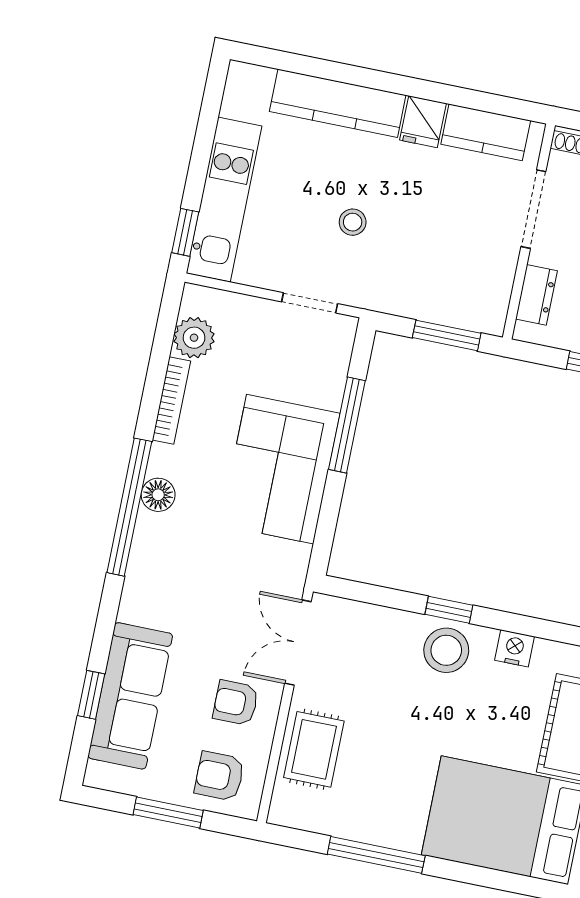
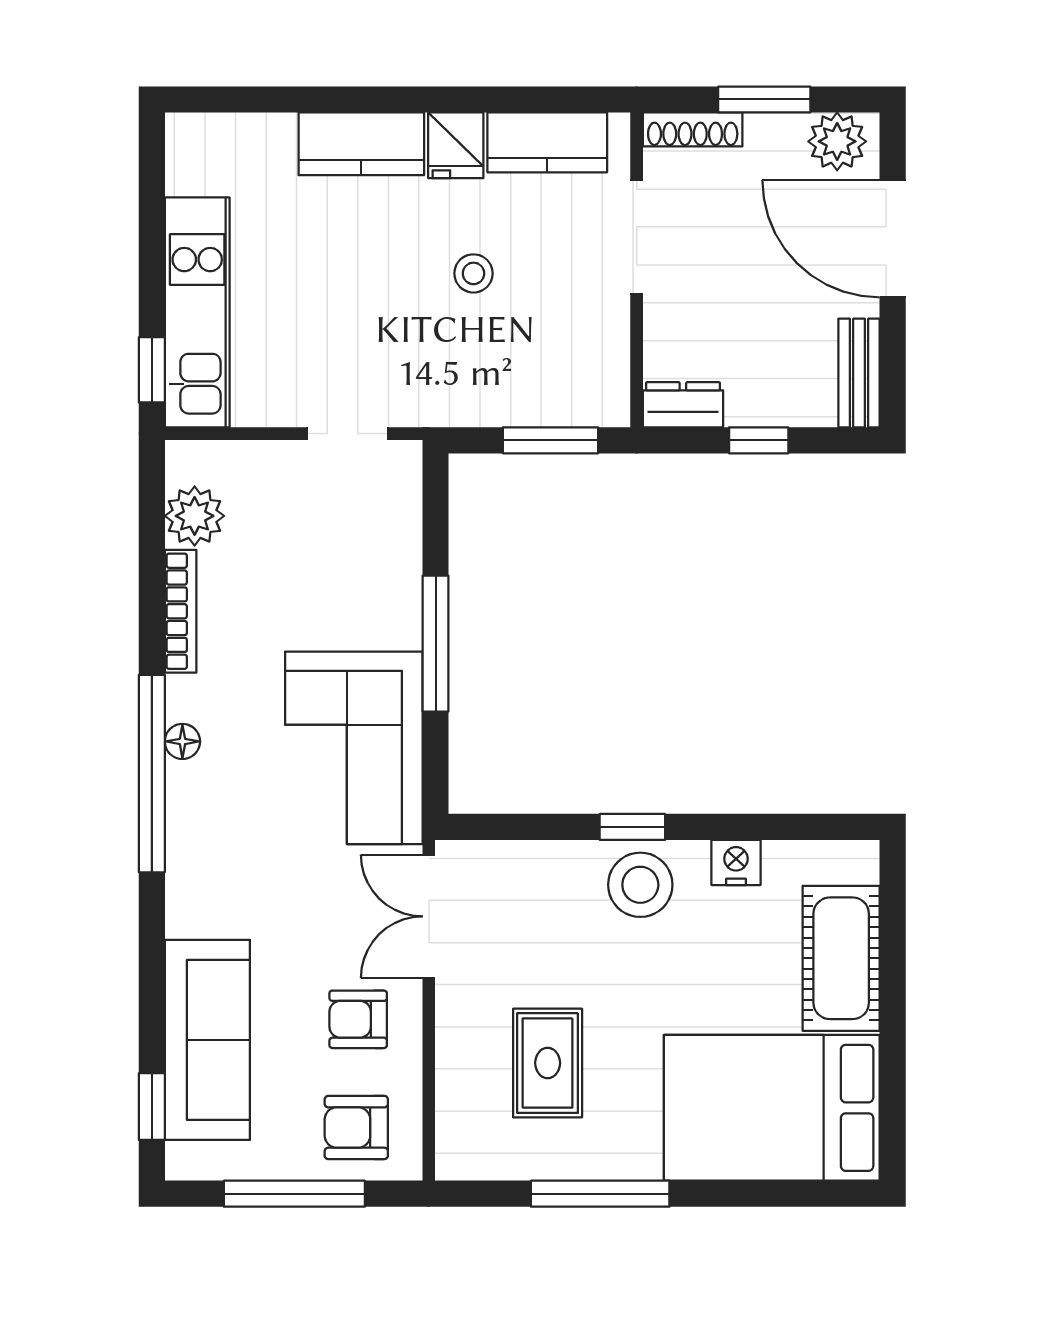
kitchen counter: (338, 103) -> (361, 144), width x0.67
stool: (353, 222) -> (473, 273), moved
dresser: (536, 295) -> (683, 405), moved, turned -90
window: (347, 425) -> (436, 644), moved
corner sofa: (280, 469) -> (354, 748), moved
floor lamp: (158, 495) -> (182, 741), width x0.73, depth x0.73
window: (91, 695) -> (152, 1107), moved
rug: (314, 749) -> (548, 1063), moved
window: (168, 813) -> (294, 1194), width x1.44

